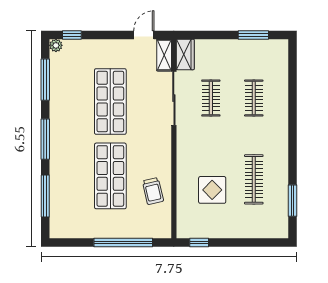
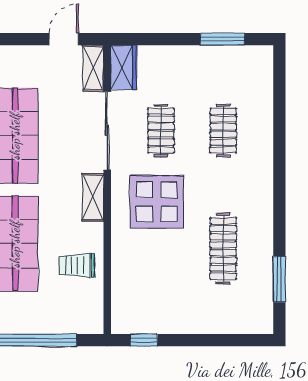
shelving: (164, 144) -> (93, 197), added
display table: (212, 190) -> (157, 202), moved, width x1.36, depth x1.36
trolley: (153, 191) -> (77, 265), turned 103

